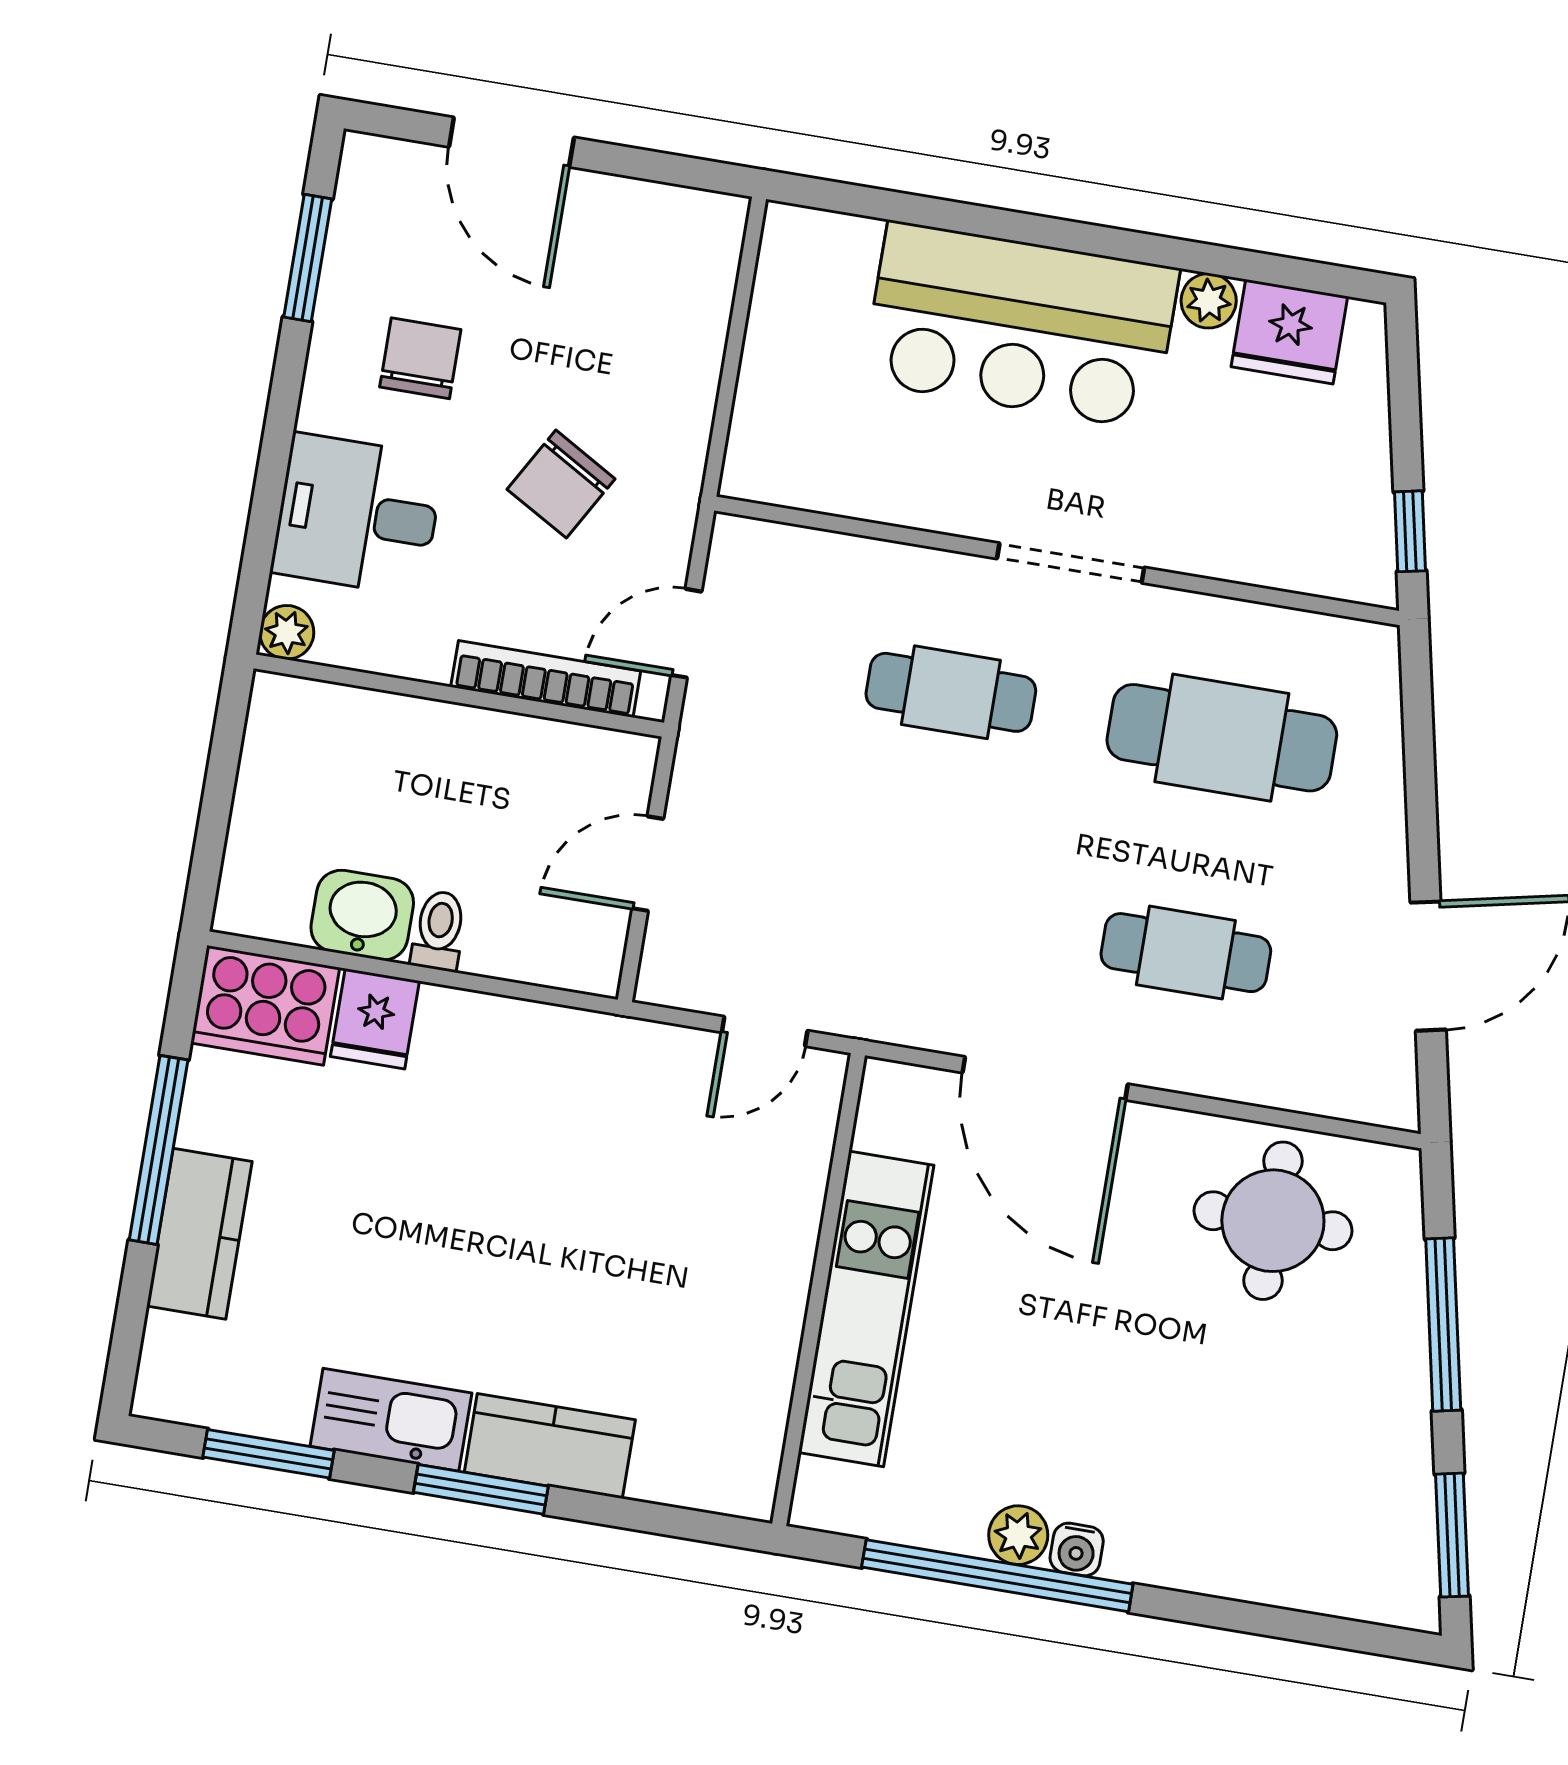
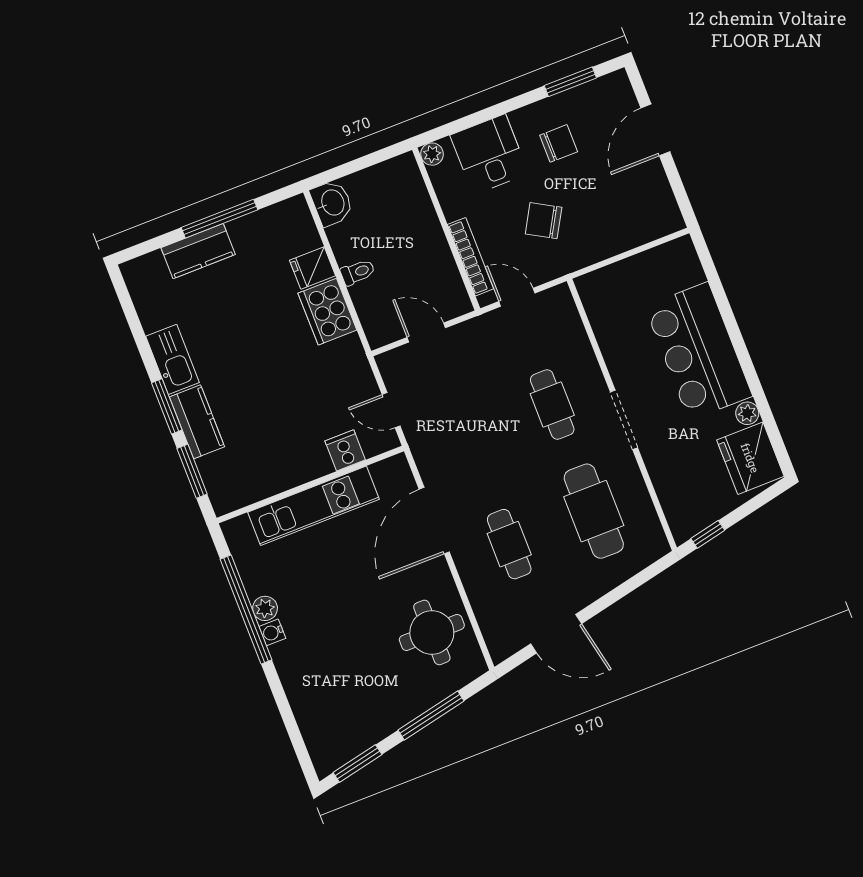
fridge: (1289, 332) -> (750, 458), width x1.36, depth x1.34
washbasin: (362, 915) -> (332, 203), moved
cooker: (265, 1005) -> (327, 312), moved
cooker: (791, 1176) -> (345, 450), added
window: (268, 1454) -> (192, 471), moved

